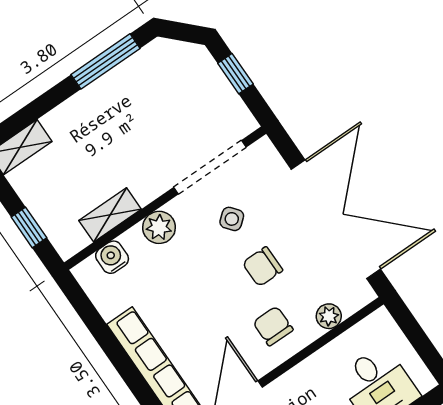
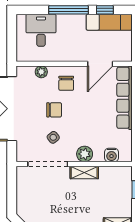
window: (235, 74) -> (12, 194), removed
shelving: (110, 215) -> (84, 172), moved

